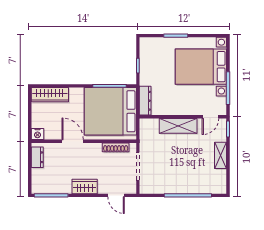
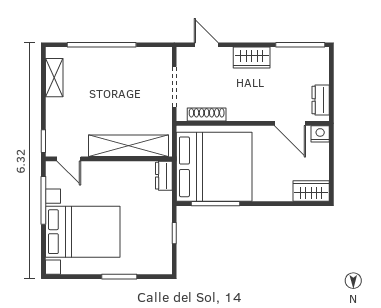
wardrobe: (50, 95) -> (311, 191), width x0.67
dresser: (145, 101) -> (164, 176), width x0.70
door: (210, 117) -> (69, 159), swing flipped
shelving: (178, 126) -> (129, 146), width x1.47
door: (73, 141) -> (290, 123), moved
shelving: (221, 155) -> (54, 78), moved

